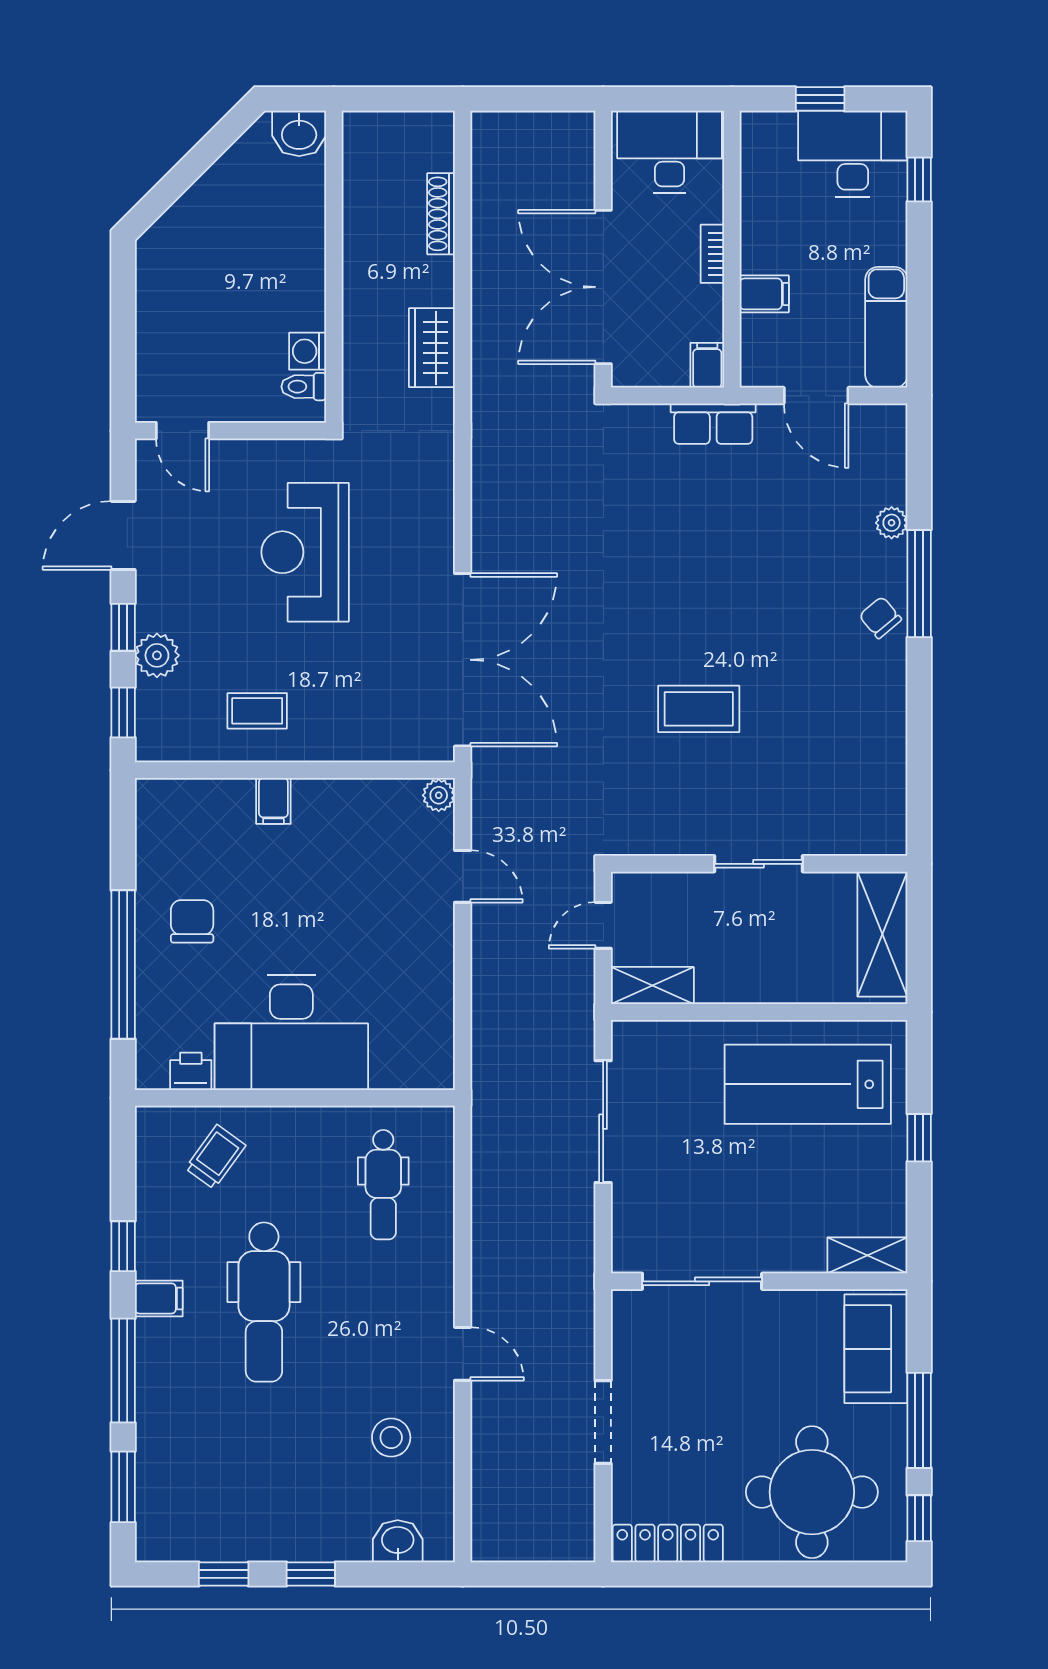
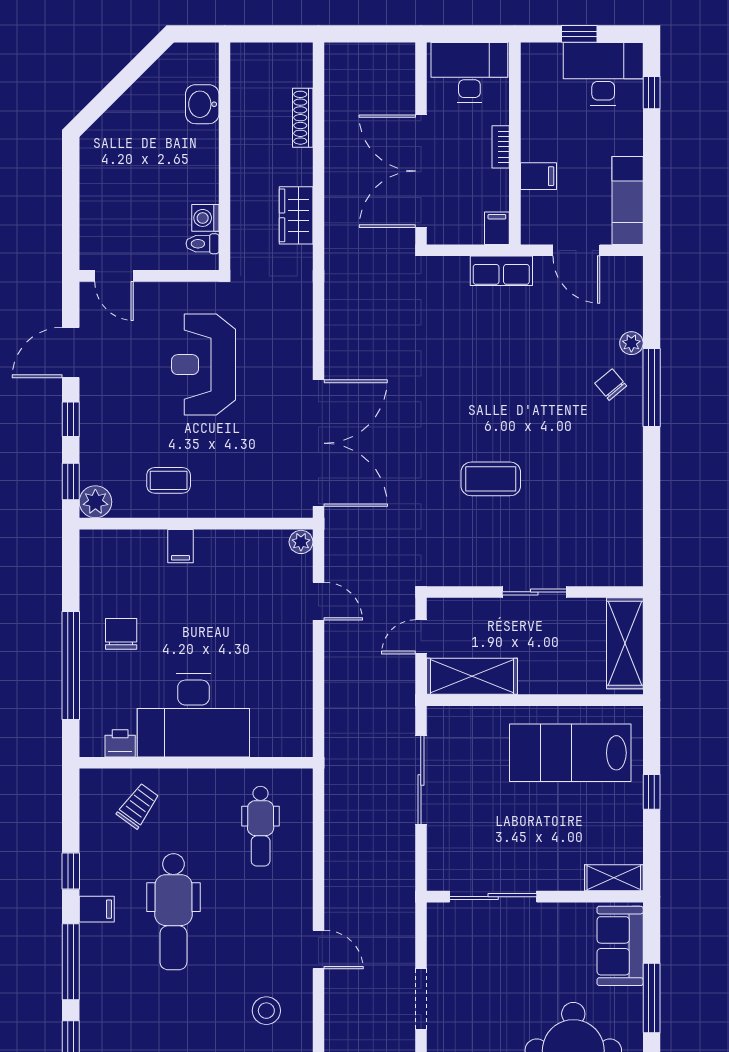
washbasin: (299, 133) -> (202, 104), moved, turned 90
chair: (880, 618) -> (611, 385), moved
plant: (157, 655) -> (95, 502), moved
shelving: (652, 986) -> (472, 676), width x1.50, depth x1.33

